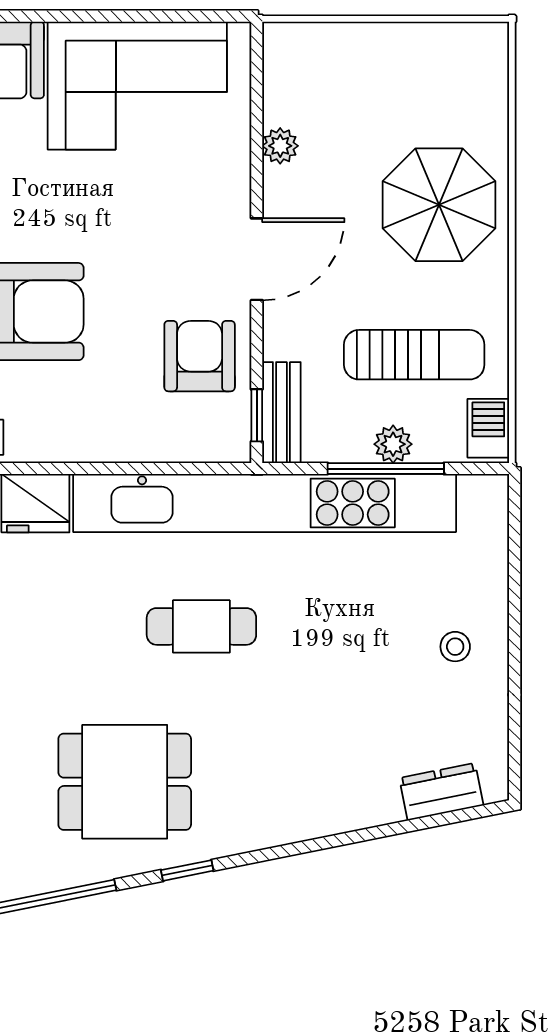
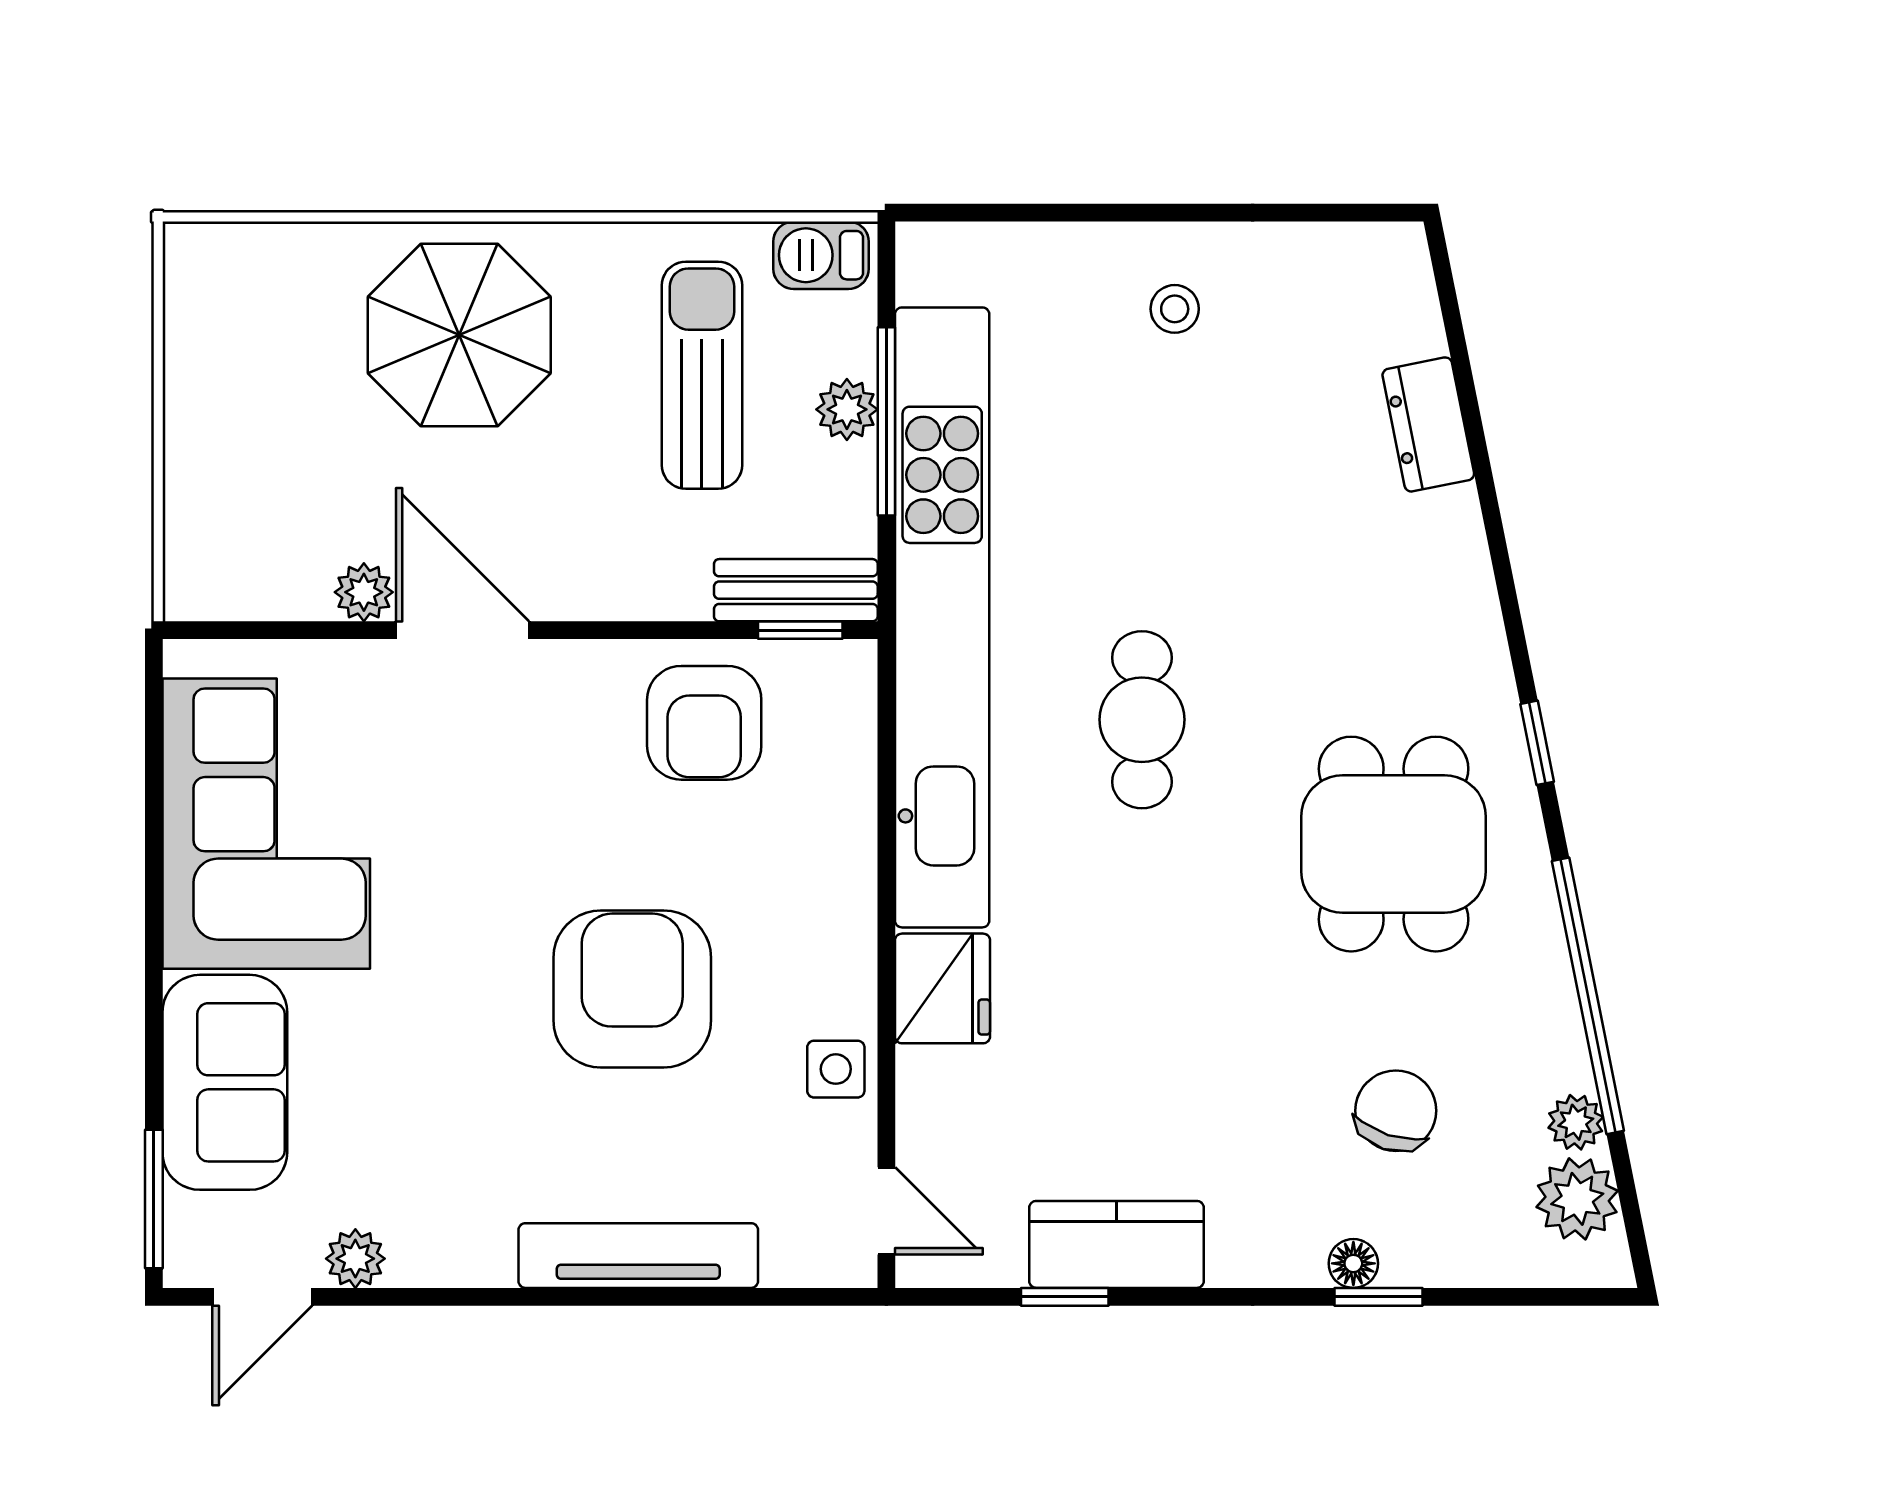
door: (257, 259) -> (462, 630), moved
armchair: (200, 356) -> (704, 723), turned -90
dresser: (441, 792) -> (1428, 424), moved

